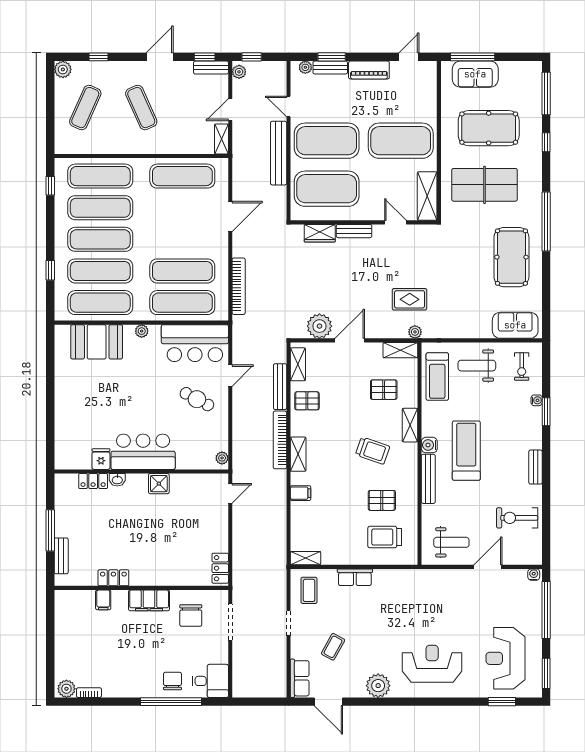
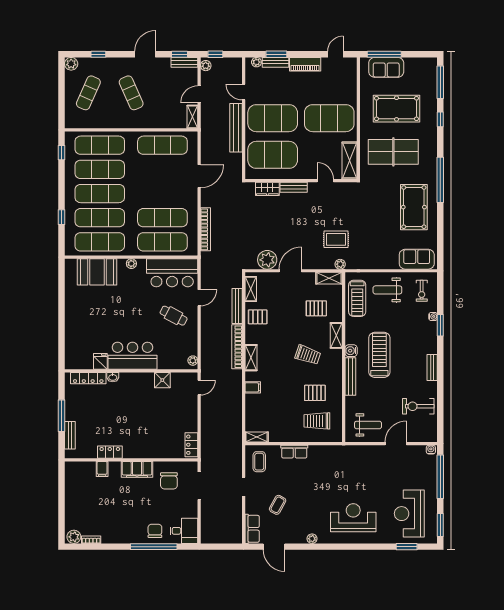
locker: (93, 481) -> (88, 378), width x1.53
shower: (159, 484) -> (162, 380), moved
plant: (378, 686) -> (312, 539), width x0.53, depth x0.53

